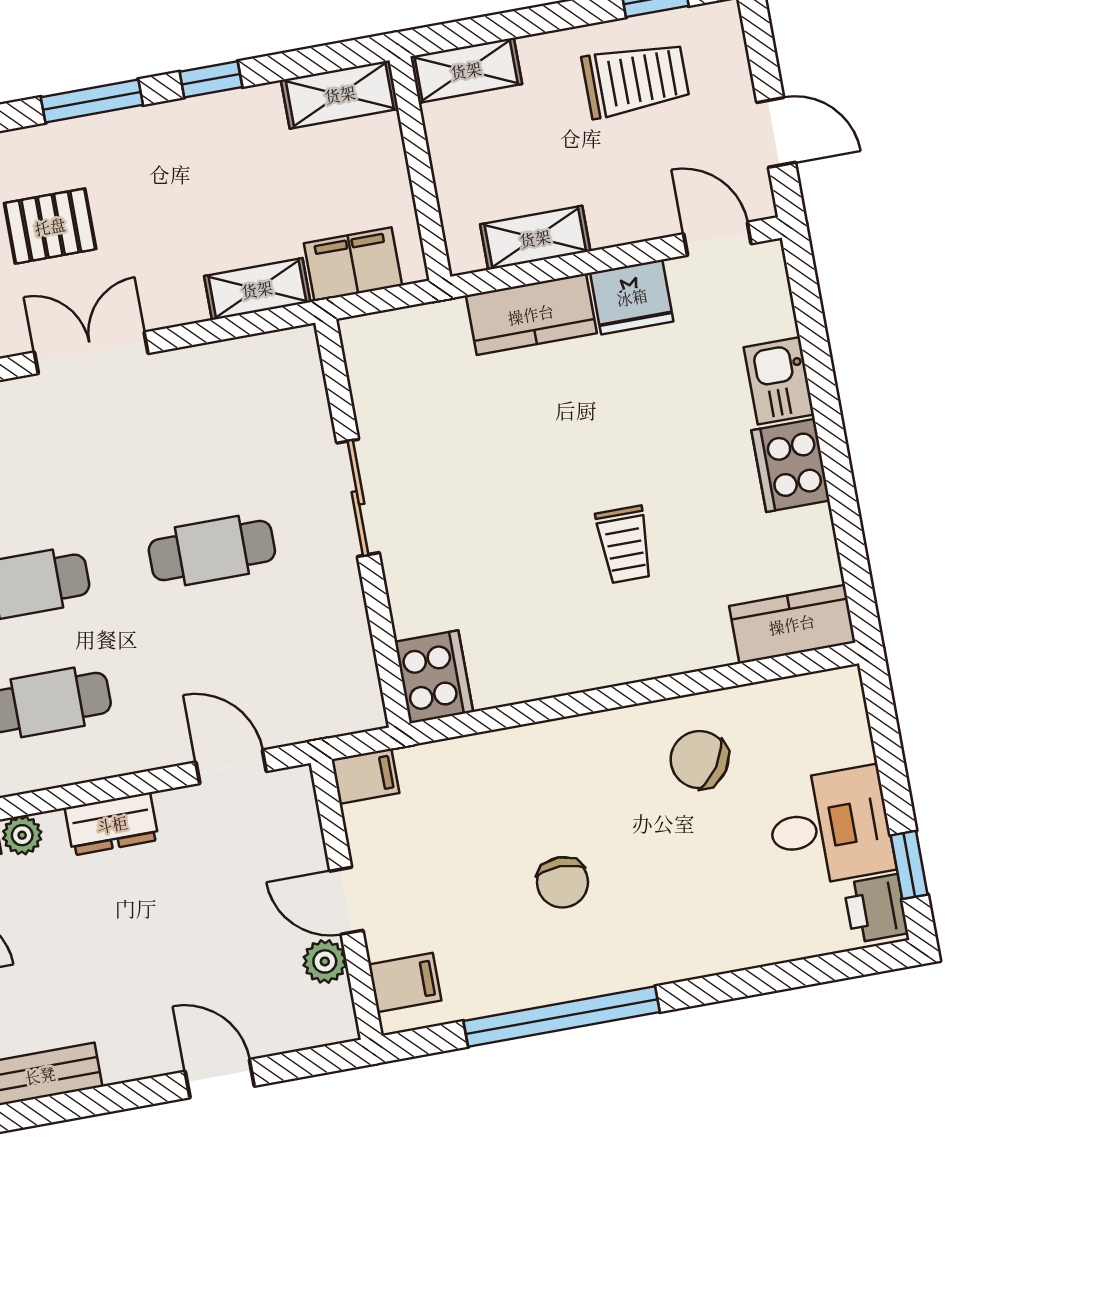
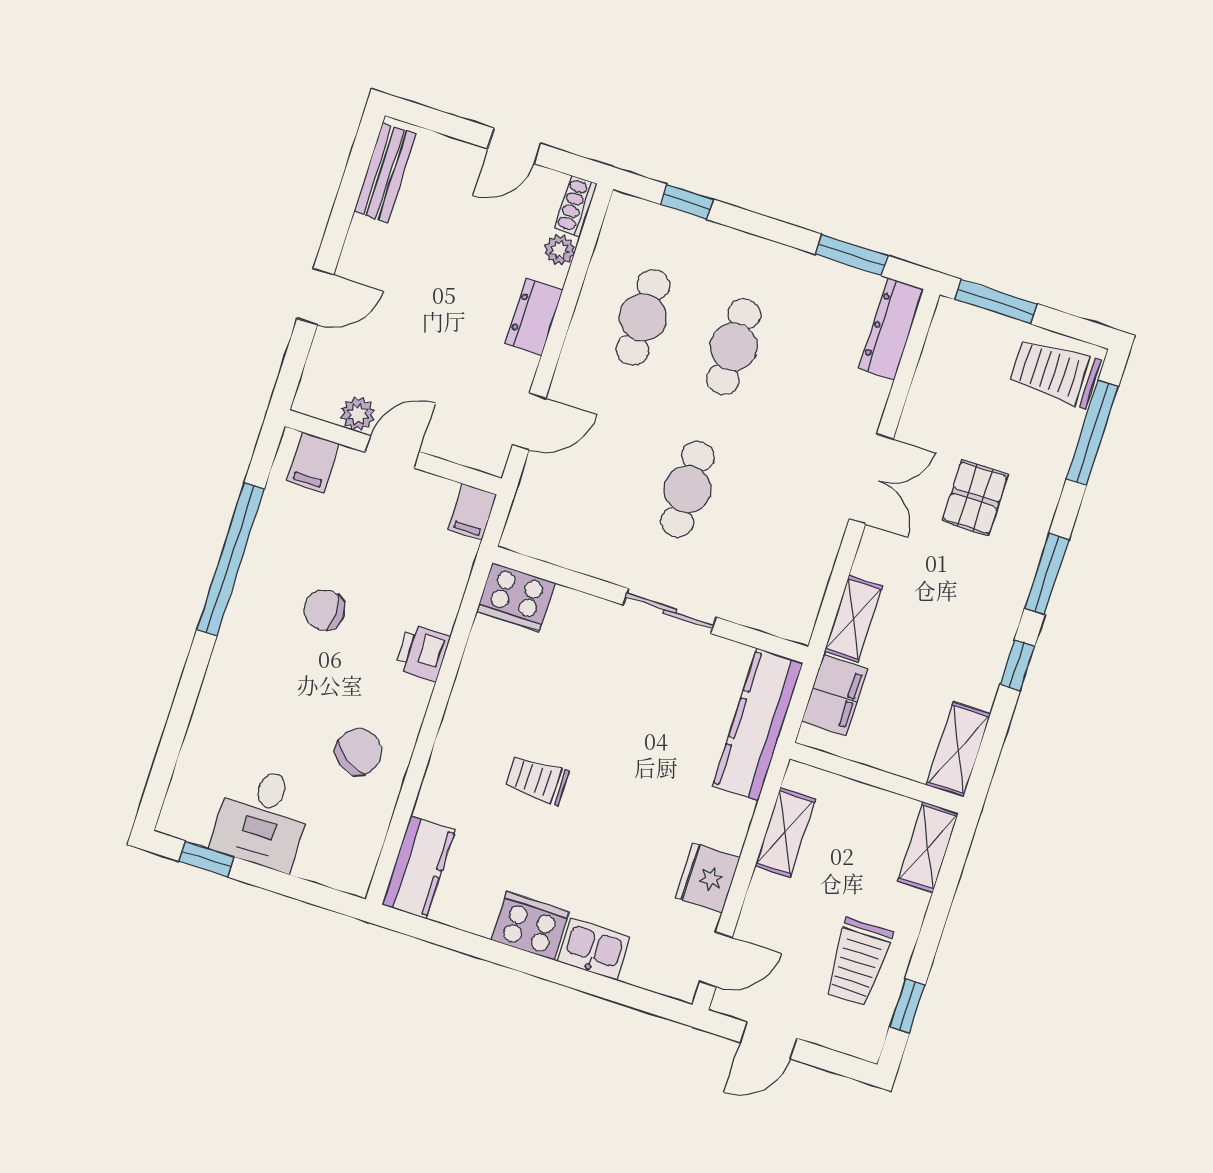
kitchen counter: (531, 314) -> (758, 724), moved, width x1.50
printer: (876, 908) -> (423, 653), moved, turned -90

